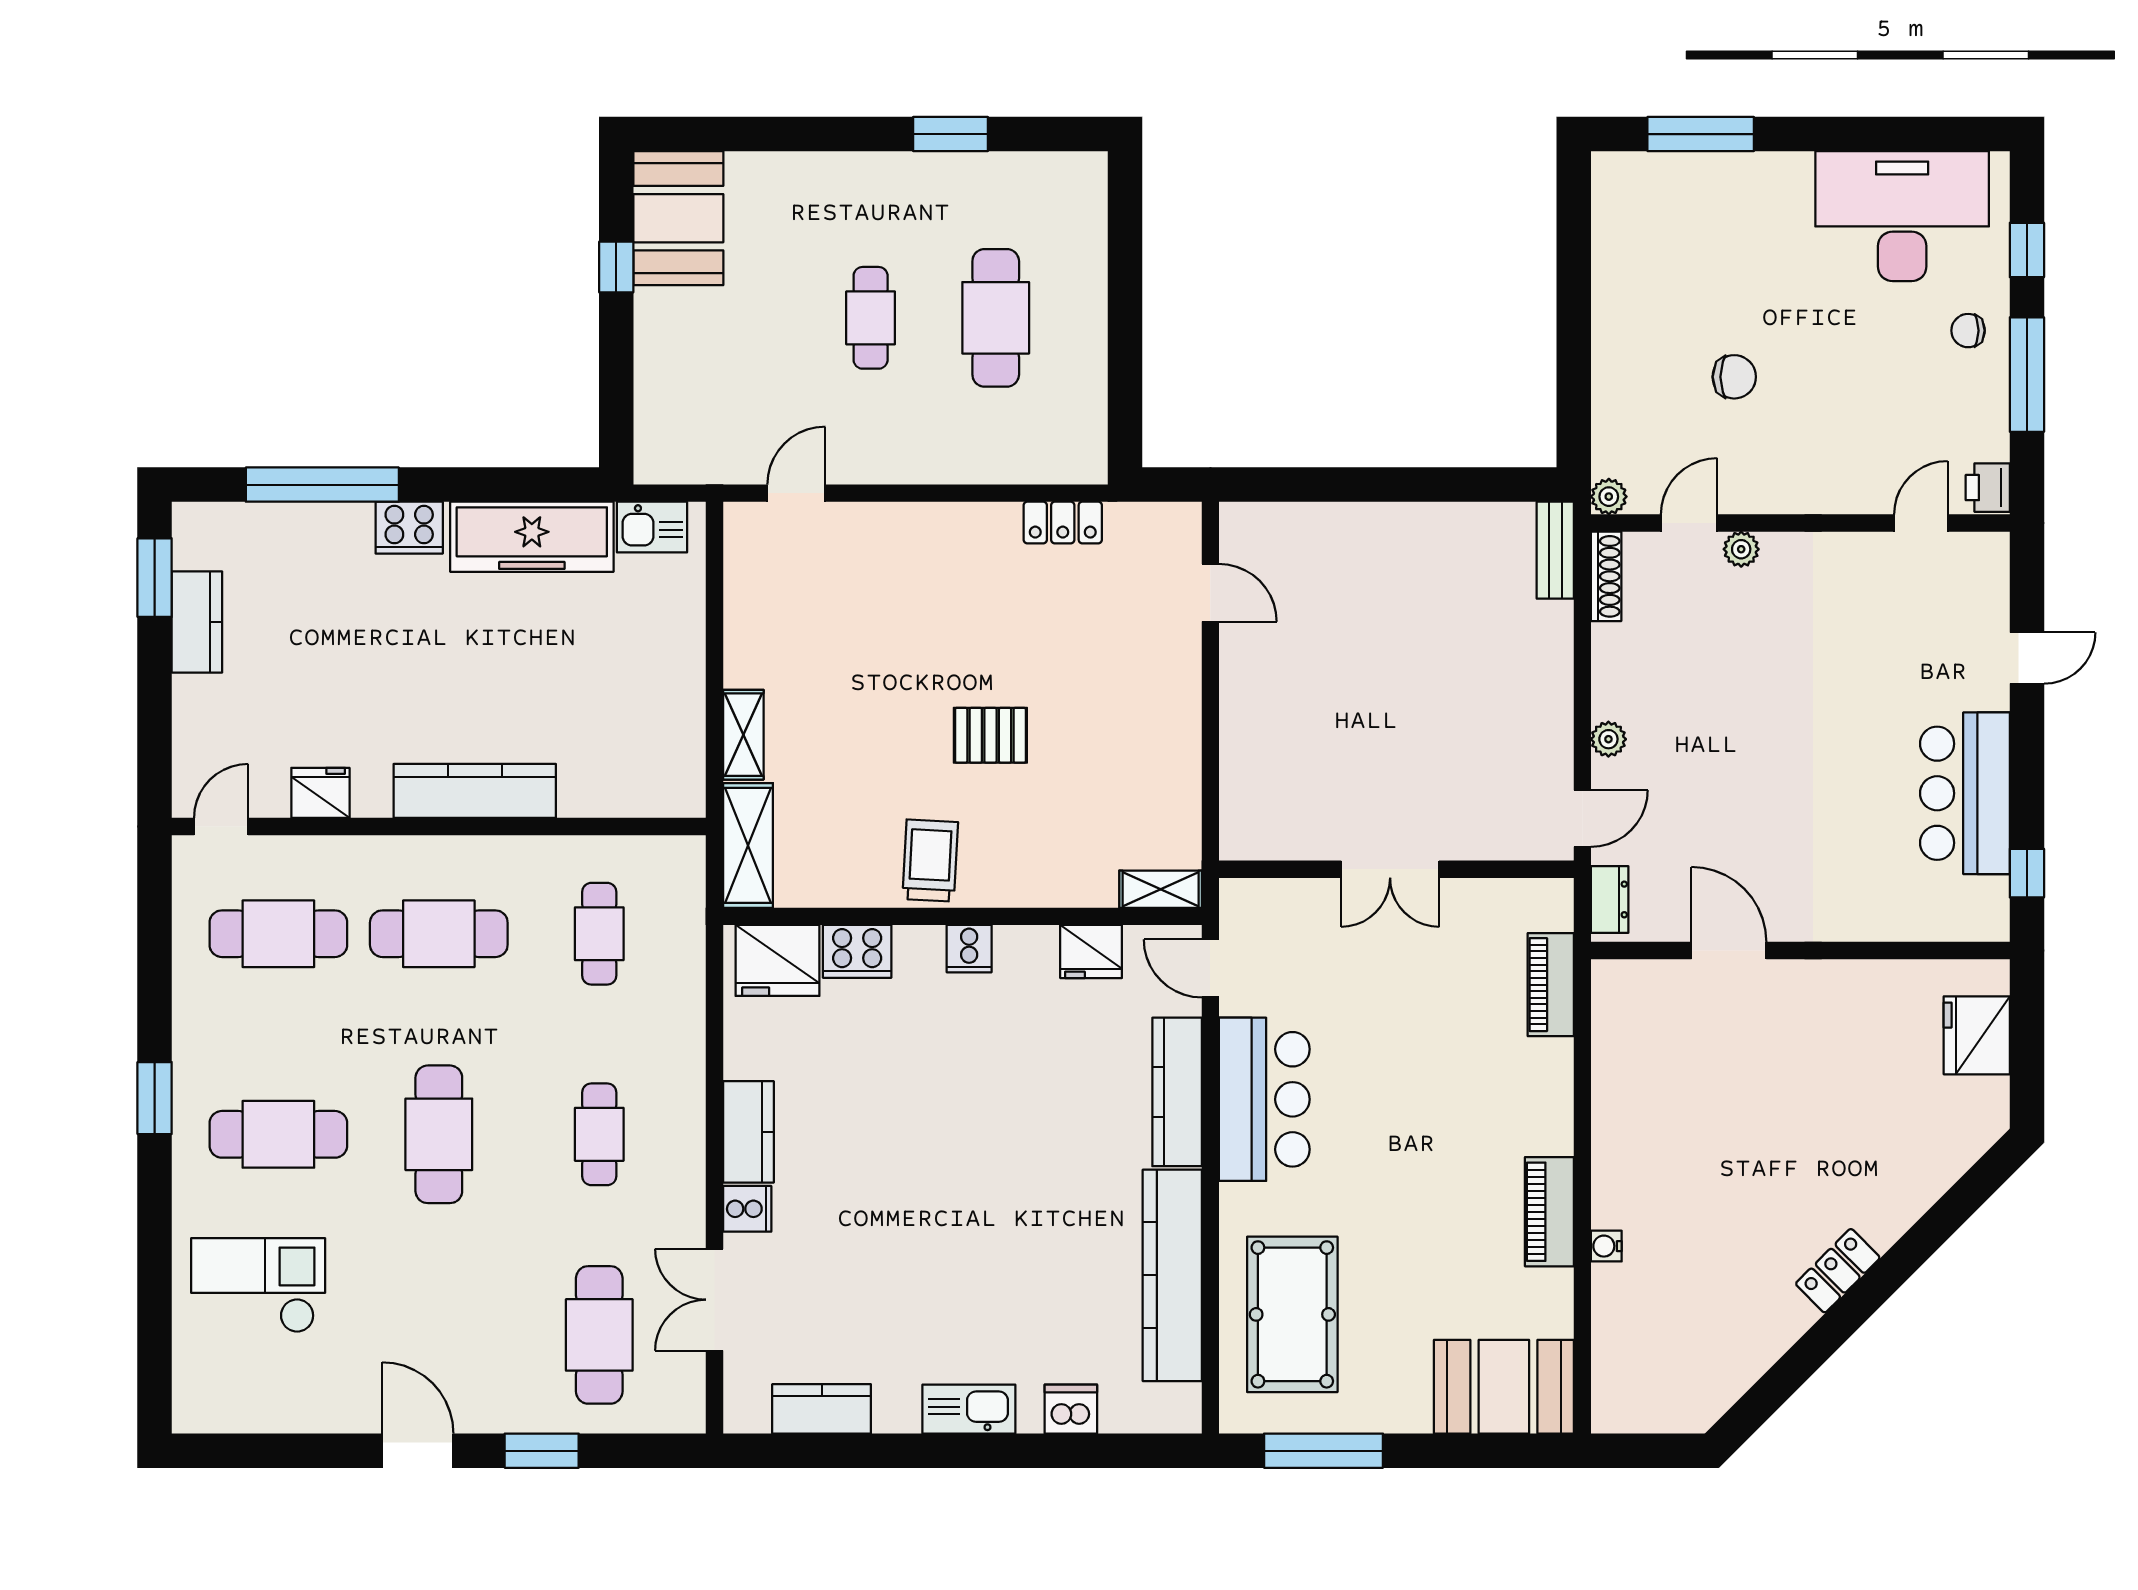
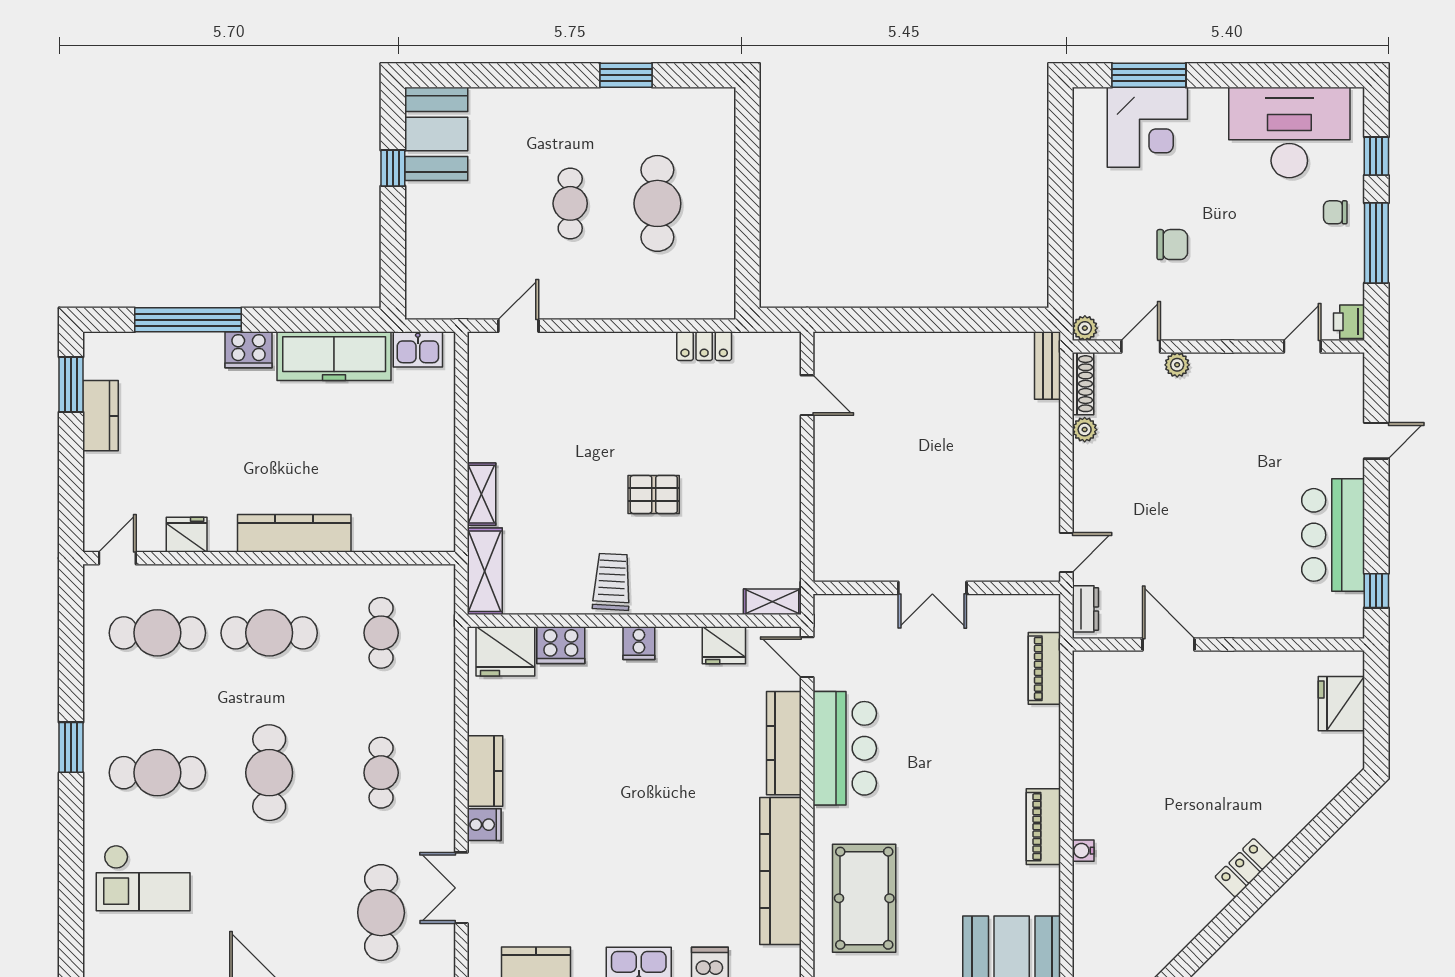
corner desk: (1699, 209) -> (1147, 127), added
plant: (1608, 739) -> (1085, 430), moved
checkout: (258, 1285) -> (143, 878), turned 180

